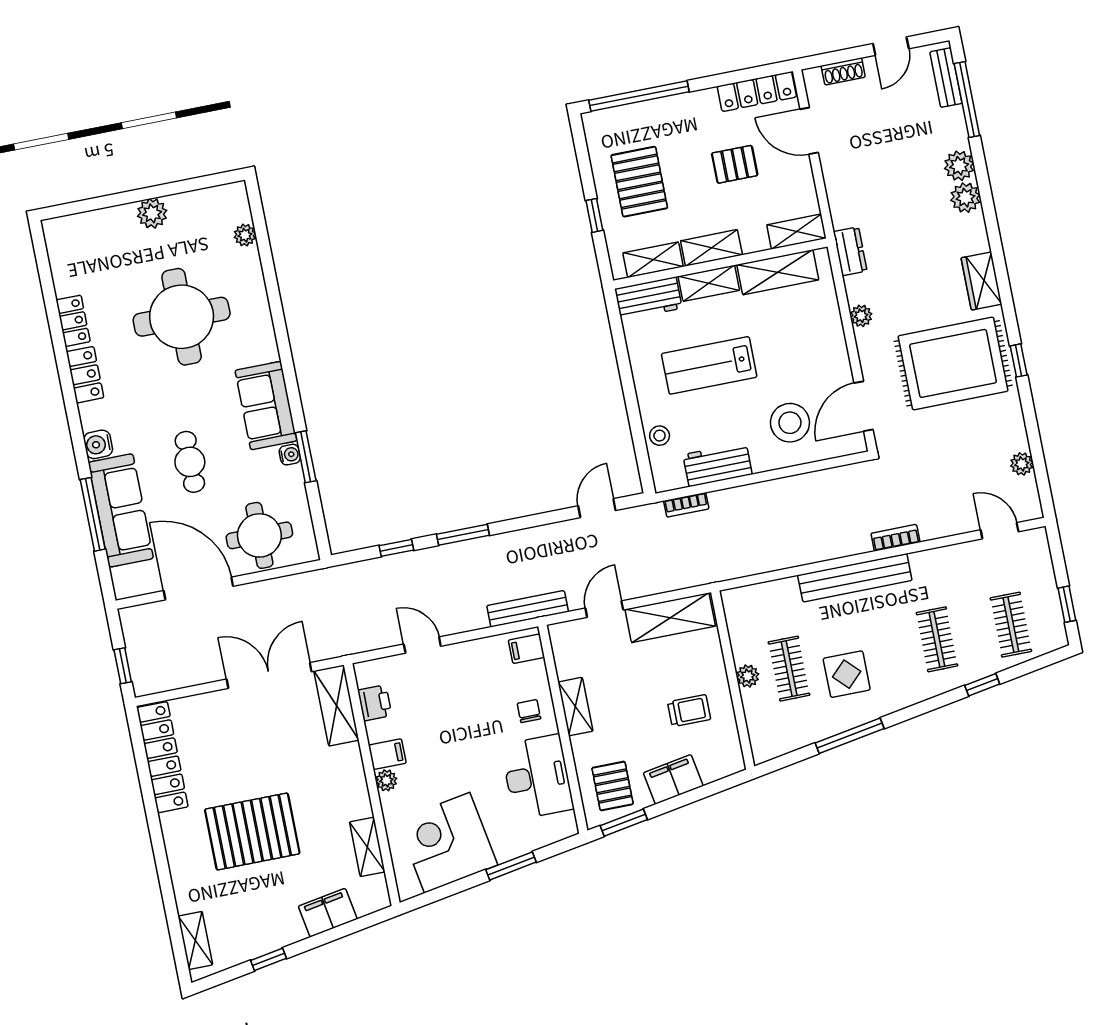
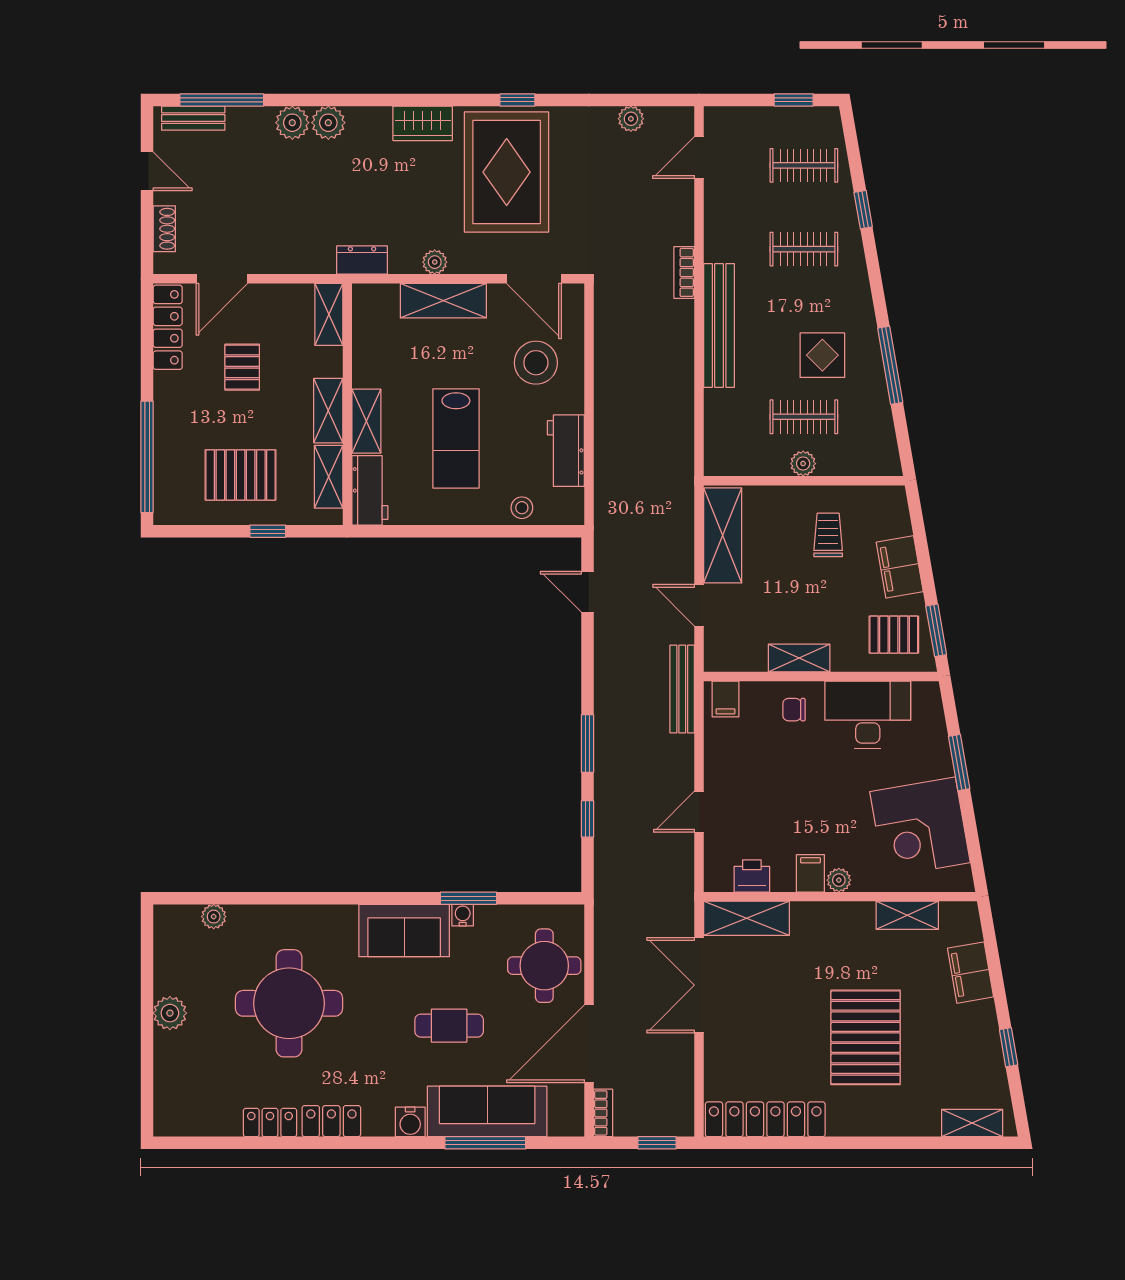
shelving: (778, 272) -> (443, 301), moved, turned 90
bookcase: (686, 505) -> (603, 1113), moved

